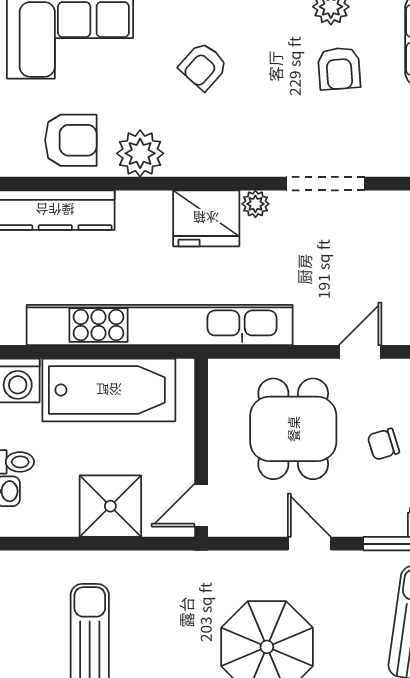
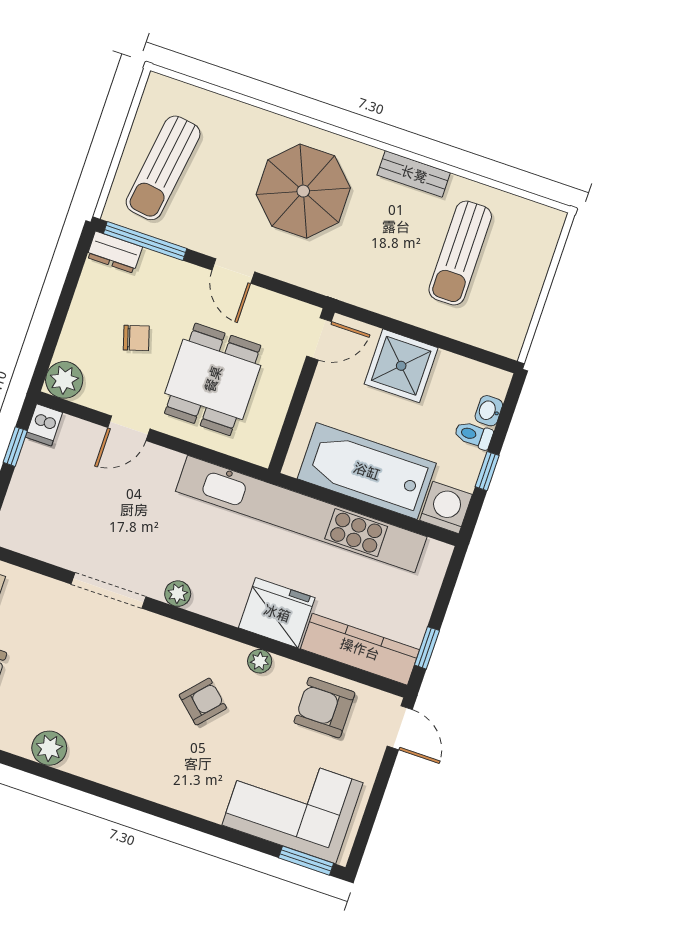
armchair: (203, 66) -> (203, 702), moved
armchair: (339, 68) -> (61, 690), removed
plant: (140, 153) -> (260, 661), width x0.53, depth x0.53
fridge: (206, 218) -> (277, 613), moved

